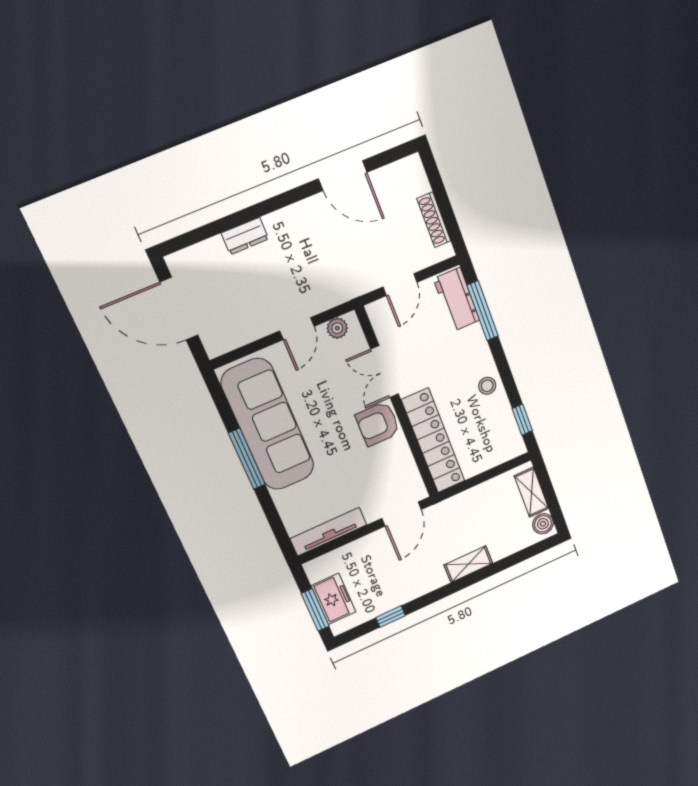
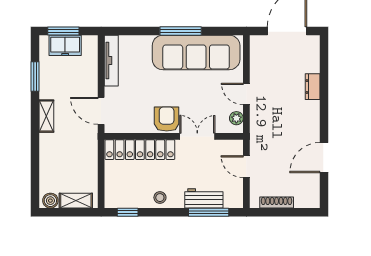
workbench: (457, 300) -> (204, 198), moved
shelving: (468, 564) -> (46, 116), moved
window: (391, 617) -> (35, 76), width x1.50

